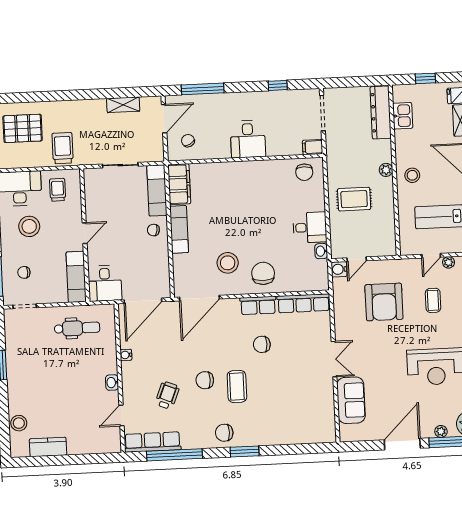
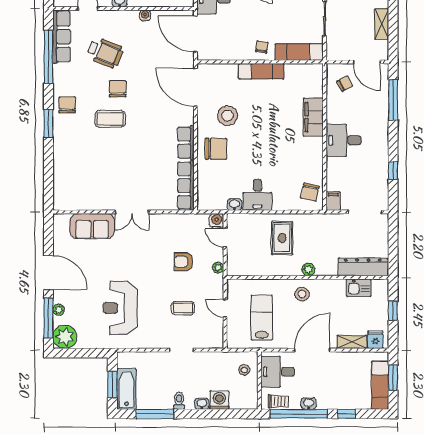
chair: (304, 172) -> (310, 192), turned -77
filing cabinet: (179, 184) -> (313, 117), moved, turned 90
plant: (449, 262) -> (218, 268), moved
armchair: (384, 302) -> (184, 262), width x0.53, depth x0.53
chair: (262, 344) -> (149, 144), removed
wheelchair: (167, 395) -> (105, 53), width x1.36, depth x1.37

